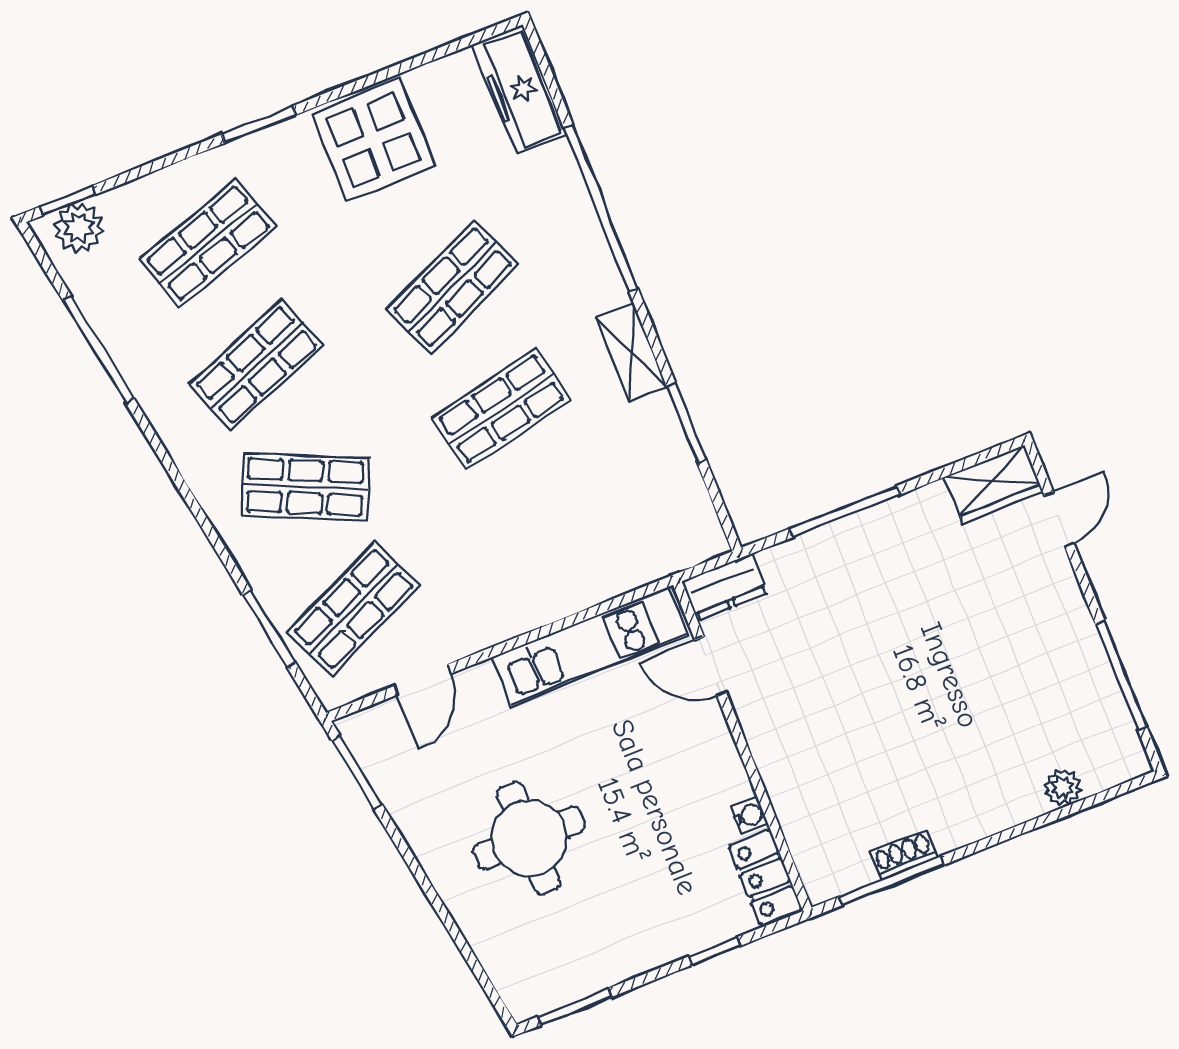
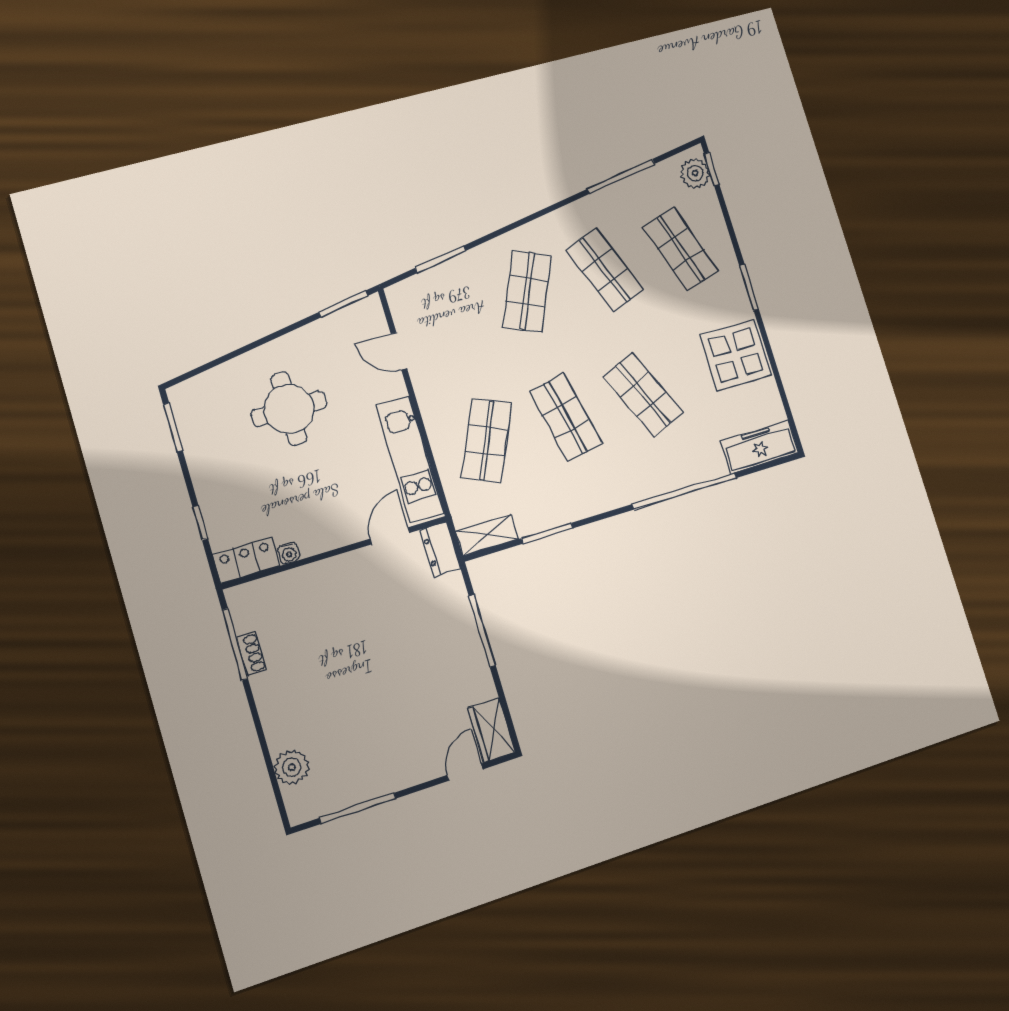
shelving: (631, 352) -> (487, 535), moved
door: (1059, 519) -> (465, 772), swing flipped
shop shelf: (354, 609) -> (486, 441), moved, turned 48
plant: (1063, 788) -> (292, 767), width x1.38, depth x1.38

